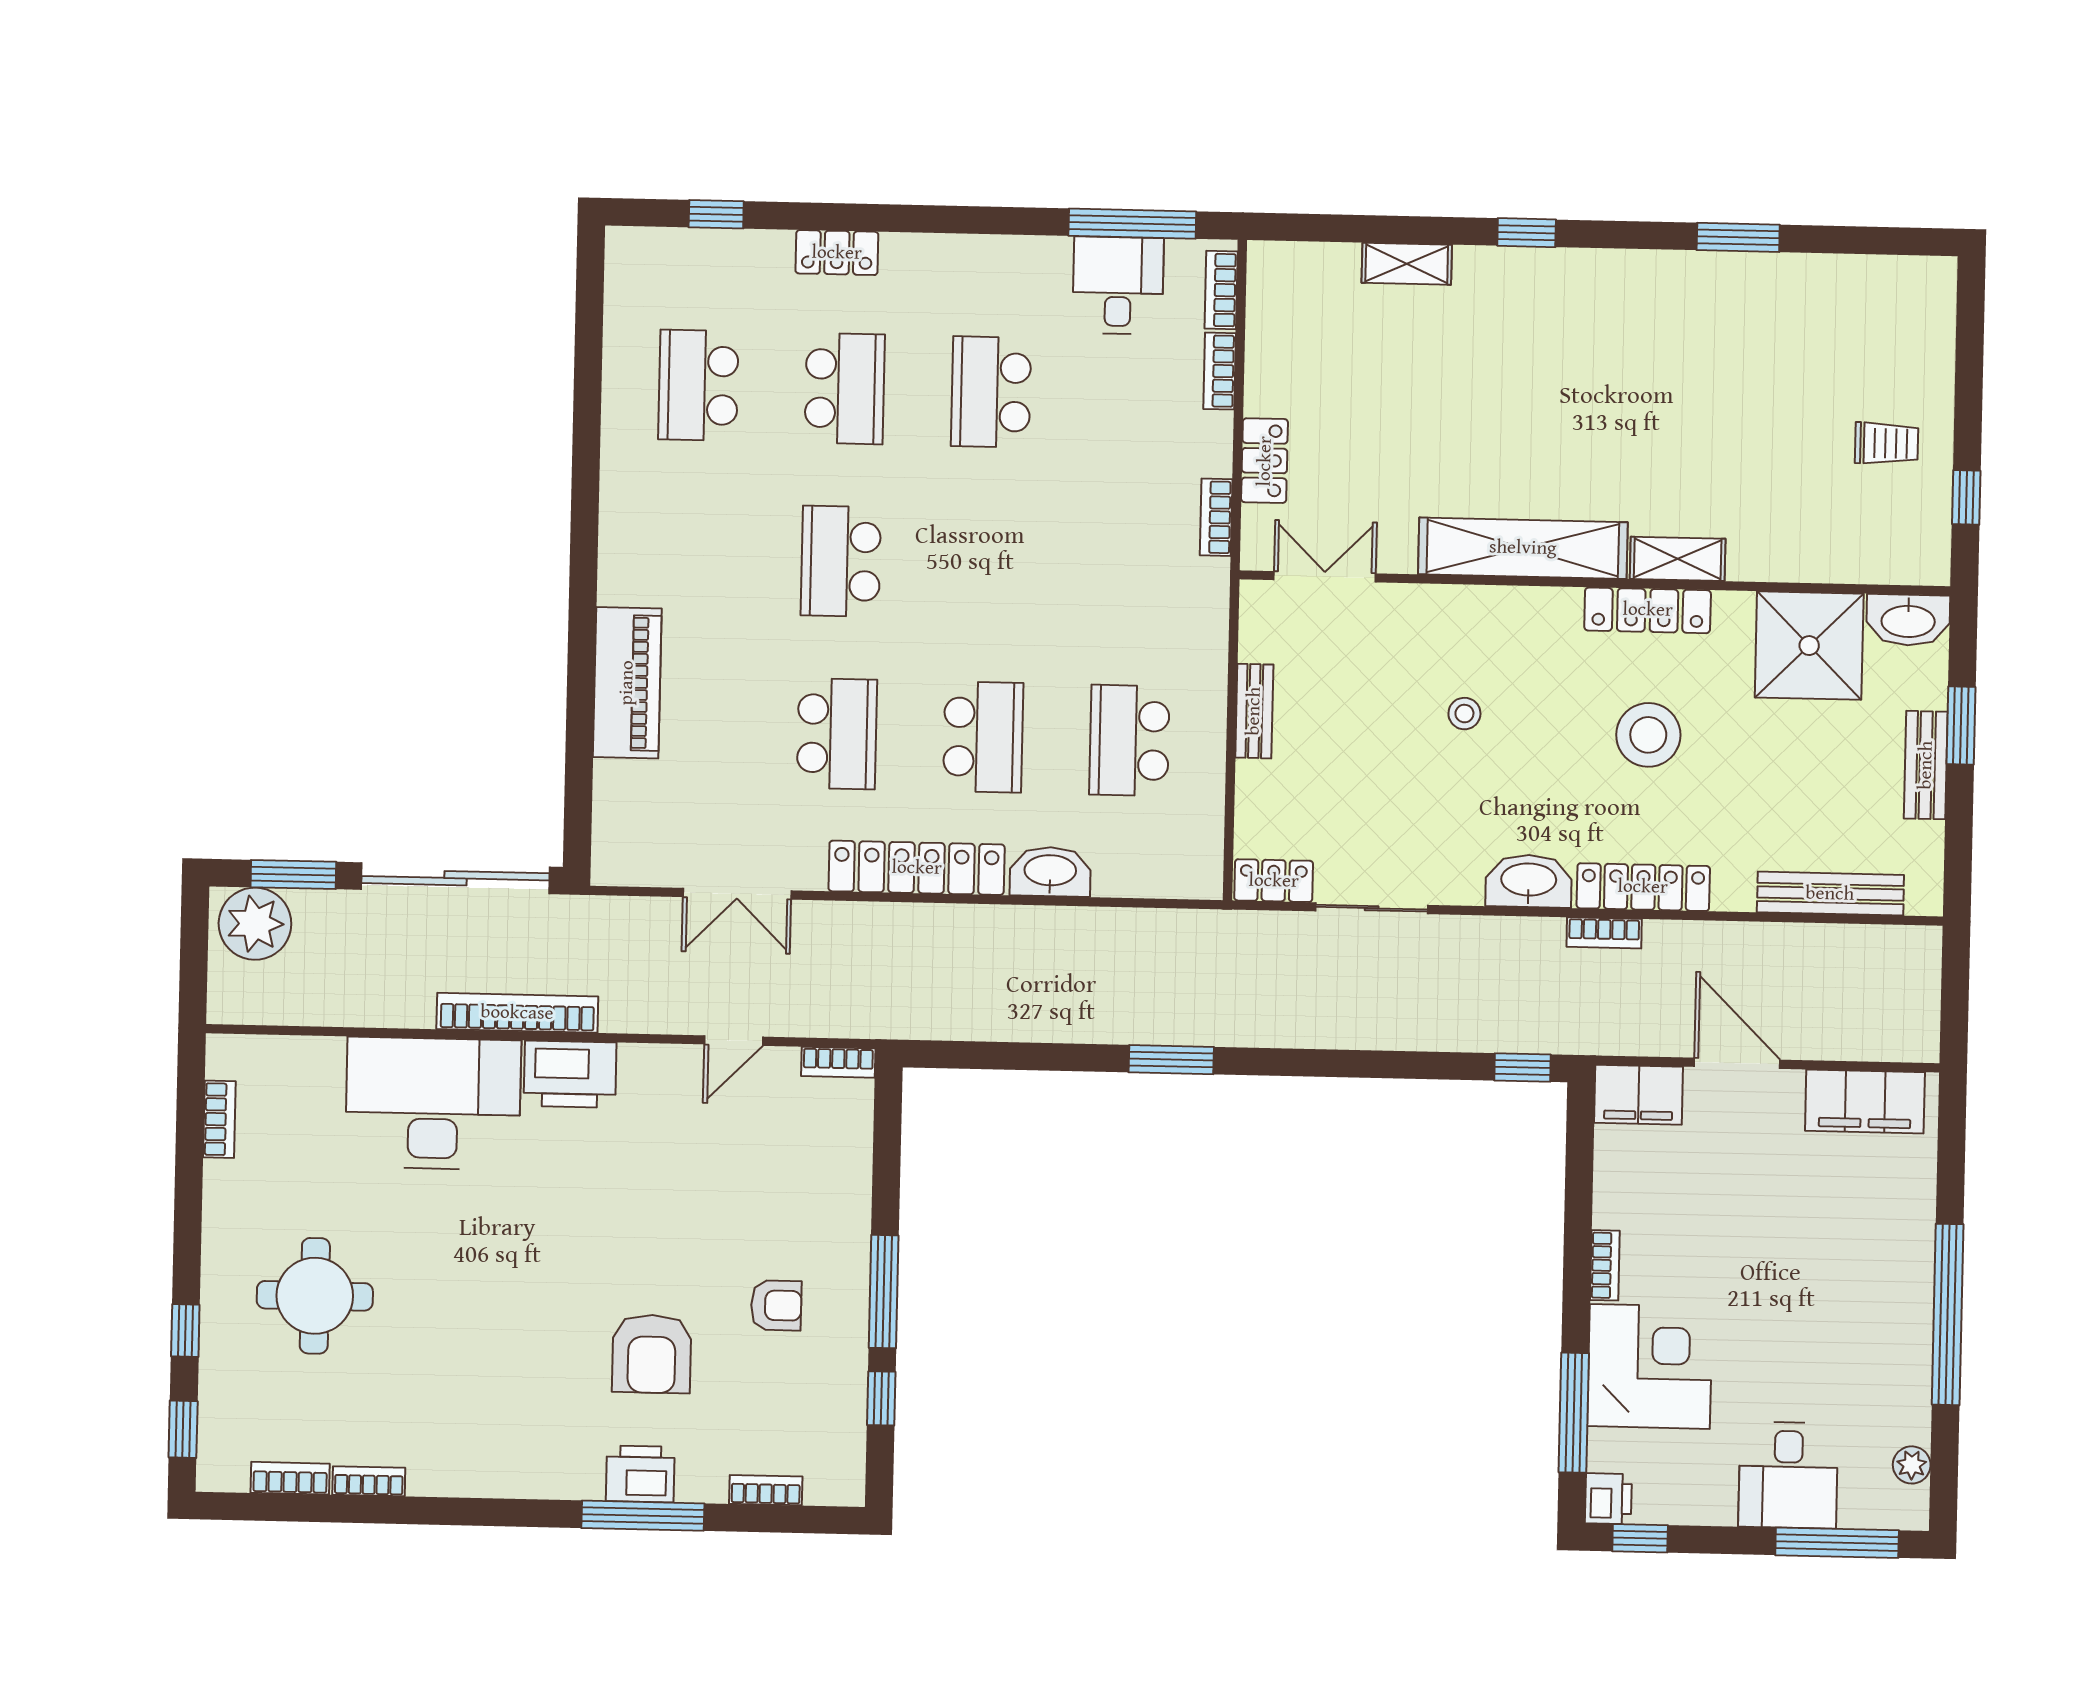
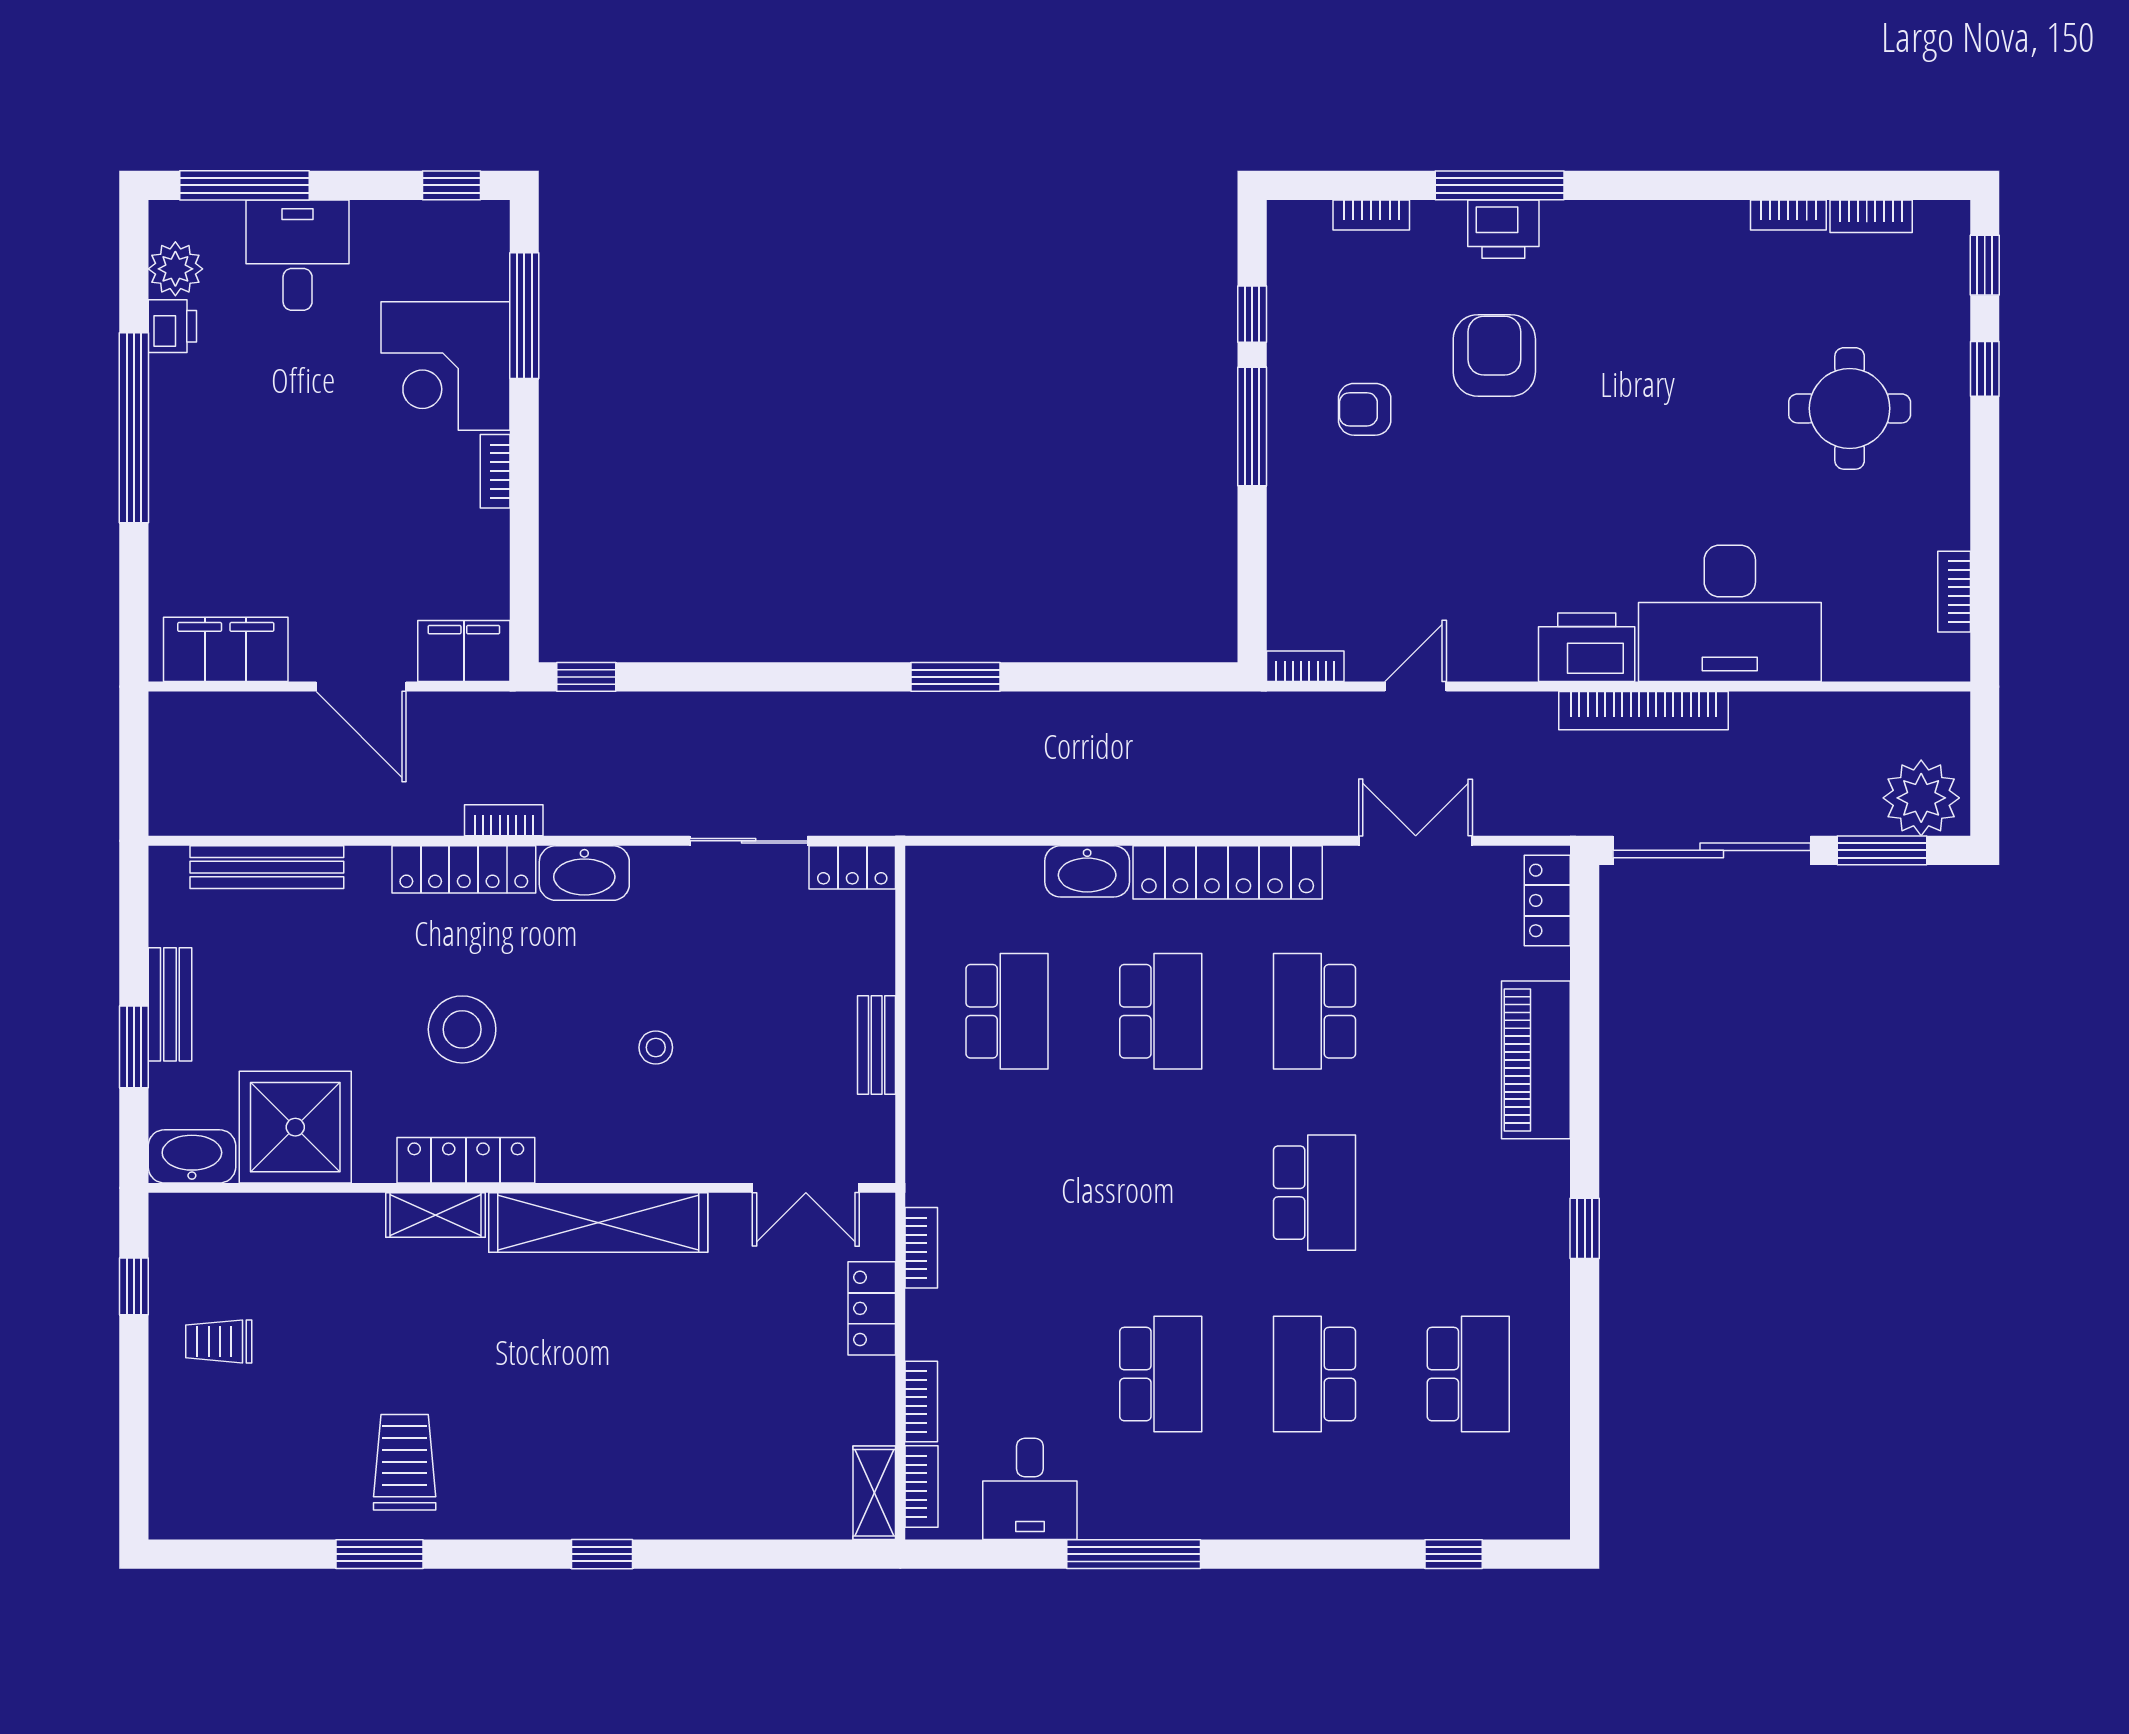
window: (1132, 224) -> (1134, 1554), moved
locker: (837, 253) -> (1547, 900), moved, turned -90
shelving: (1407, 264) -> (874, 1493), moved, turned 90
trolley: (1712, 324) -> (405, 1462), added
window: (585, 521) -> (1585, 1228), added
school desk: (983, 737) -> (1161, 1011), turned 180
plant: (1912, 1465) -> (175, 269), width x1.38, depth x1.38
printer: (1608, 1499) -> (172, 326), moved, turned 180

